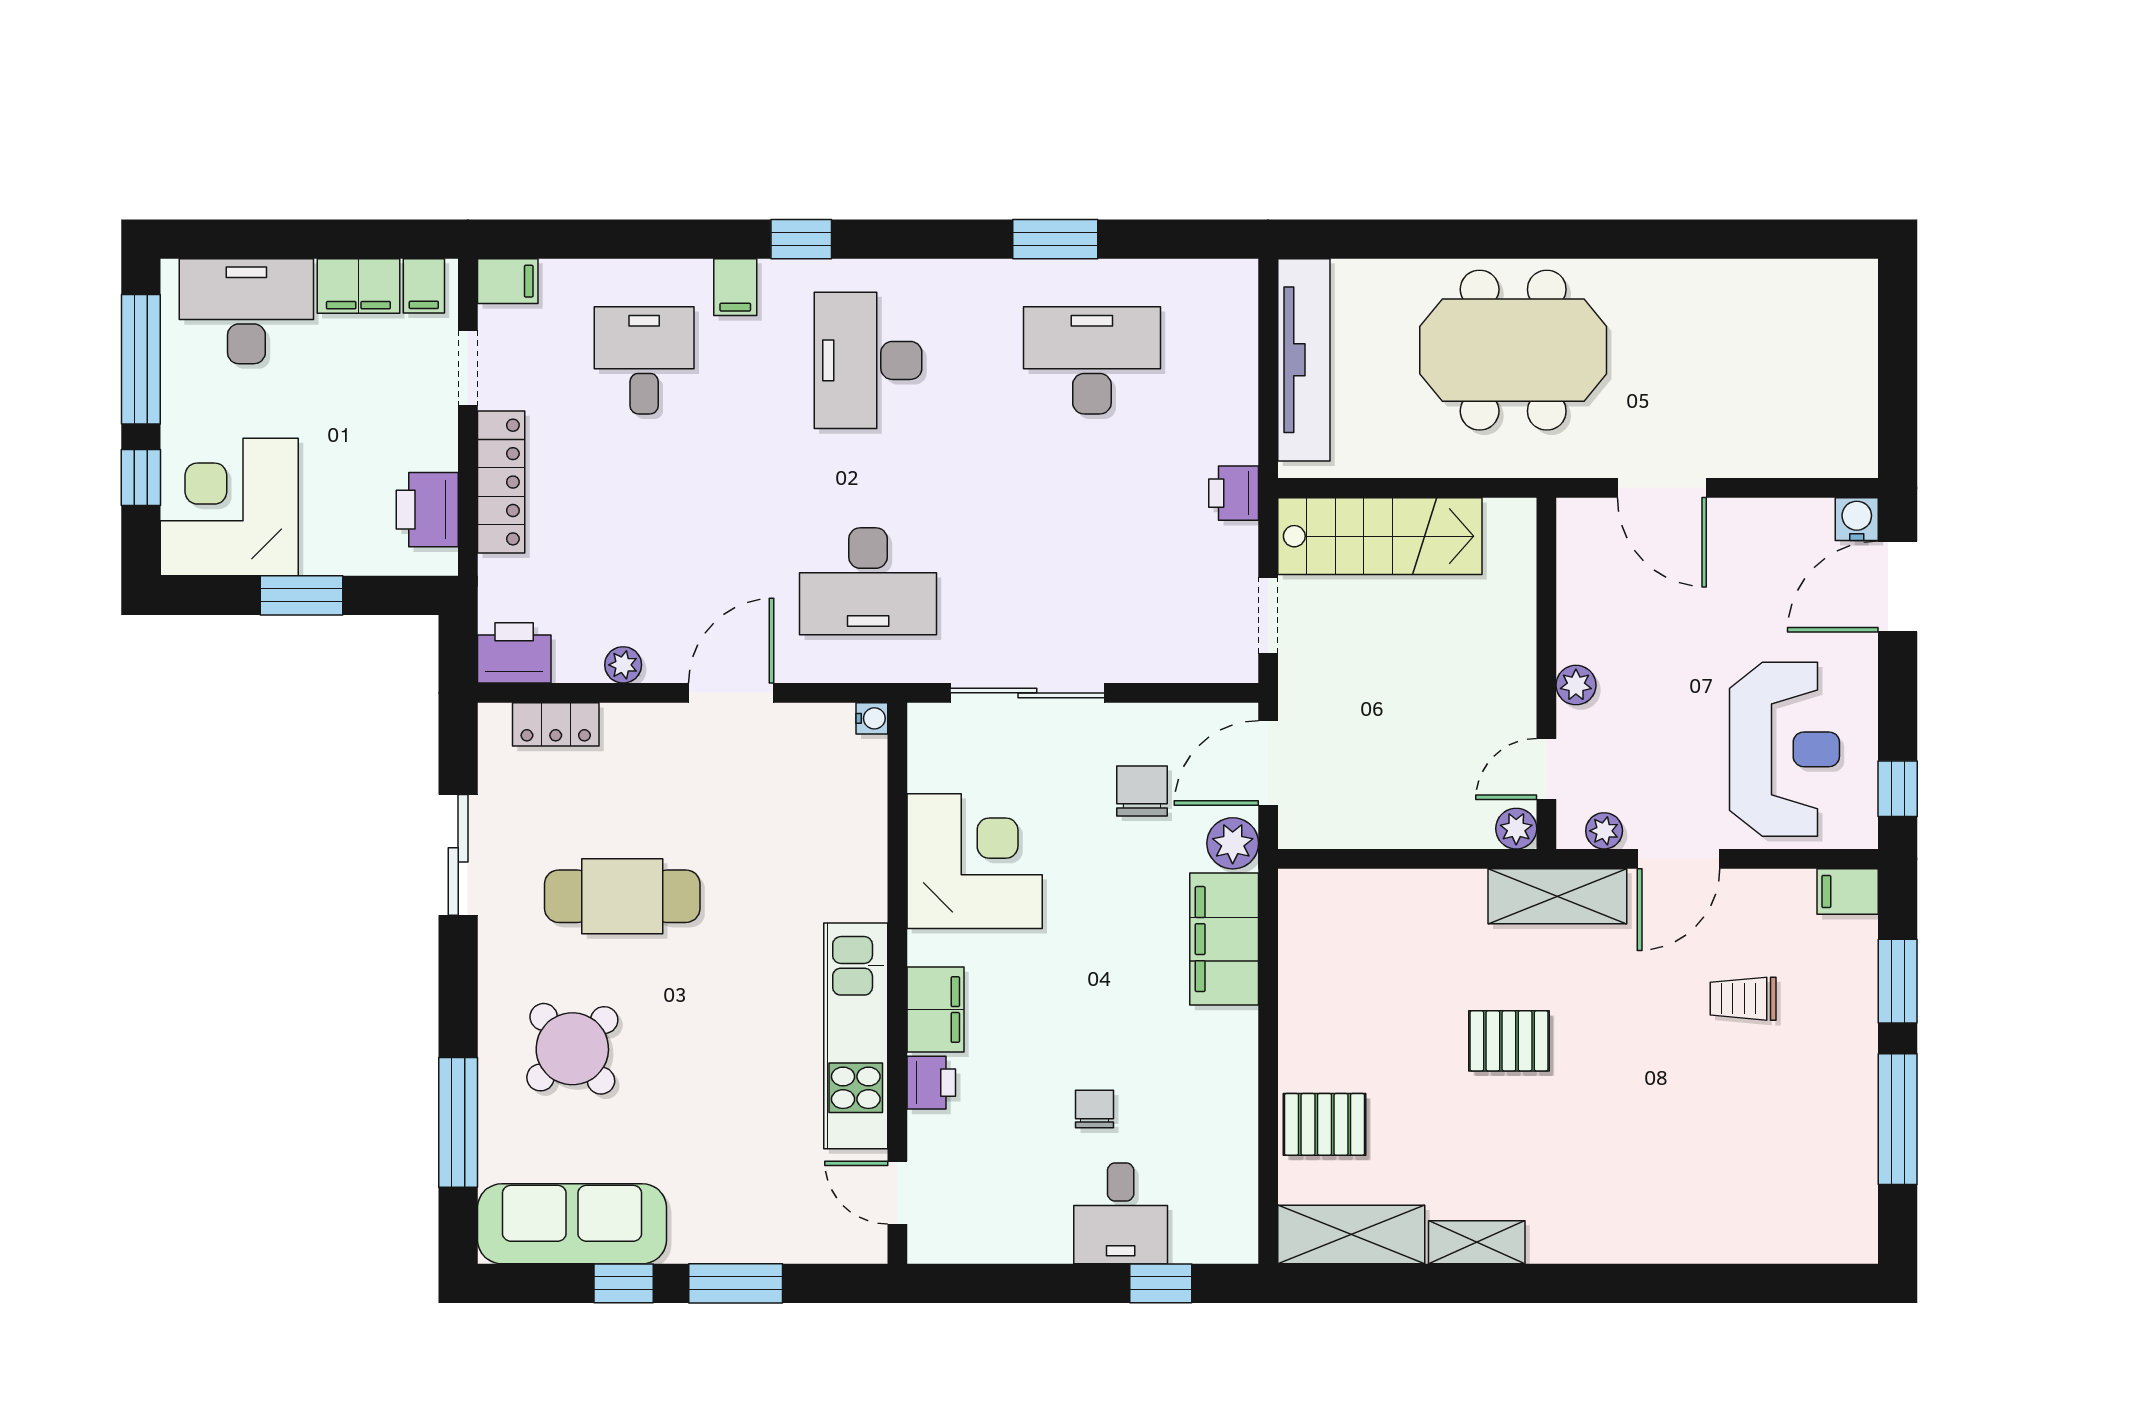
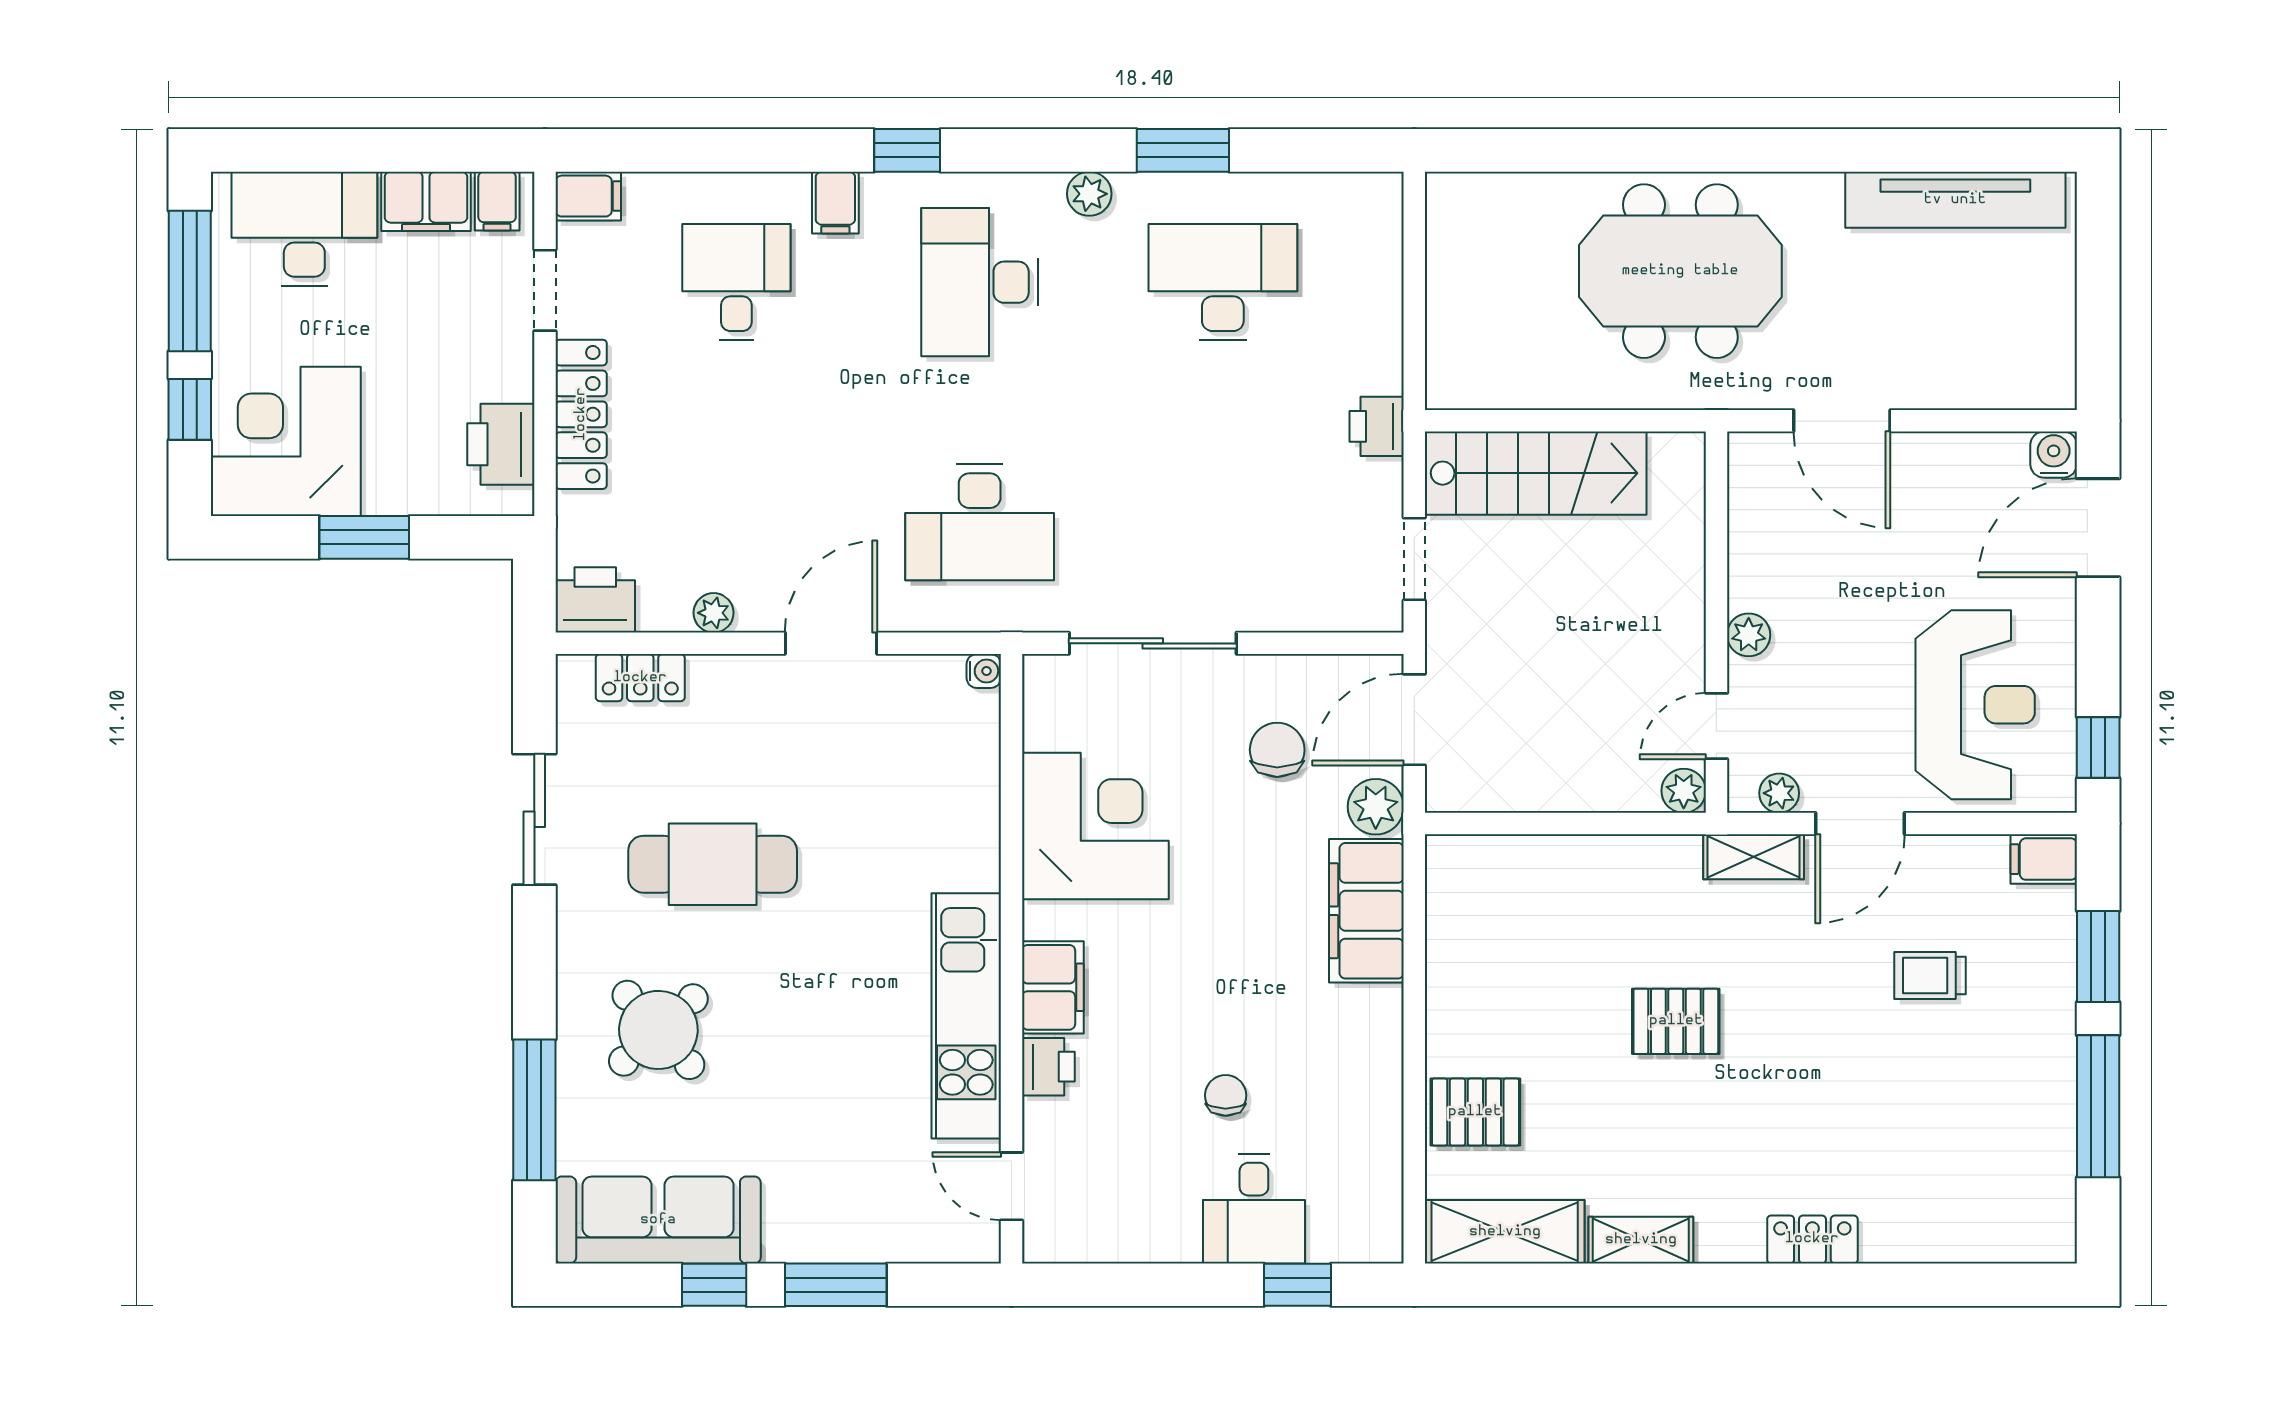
plant: (969, 279) -> (1089, 194), added
tv unit: (1304, 360) -> (1955, 200), moved, turned 90
shelving: (1557, 896) -> (1754, 857), width x0.67, depth x0.75
locker: (1635, 1242) -> (1812, 1239), added

